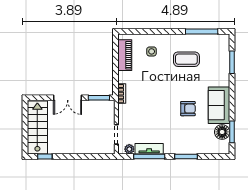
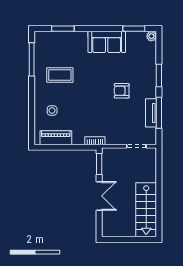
coffee table: (186, 59) -> (60, 75), turned 90
armchair: (188, 109) -> (122, 91), moved, turned -90
stairs: (37, 127) -> (146, 210), moved, turned -90
floor lamp: (222, 132) -> (134, 39), removed
plant: (129, 149) -> (151, 36), moved
window: (45, 156) -> (159, 219), removed

